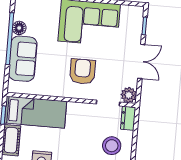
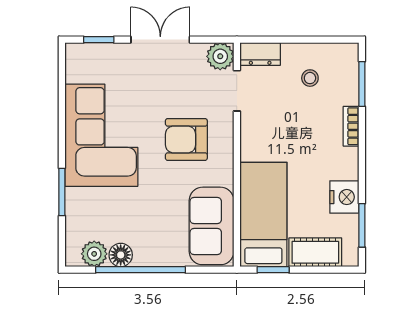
plant: (21, 13) -> (94, 254), added
sofa: (23, 59) -> (212, 226), moved, turned -90
stool: (112, 146) -> (310, 78), width x0.53, depth x0.53

